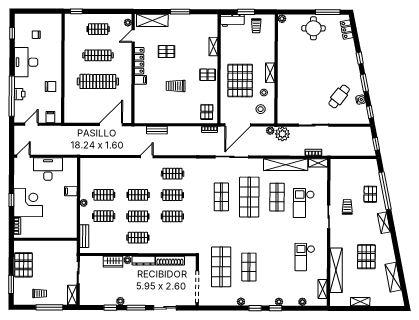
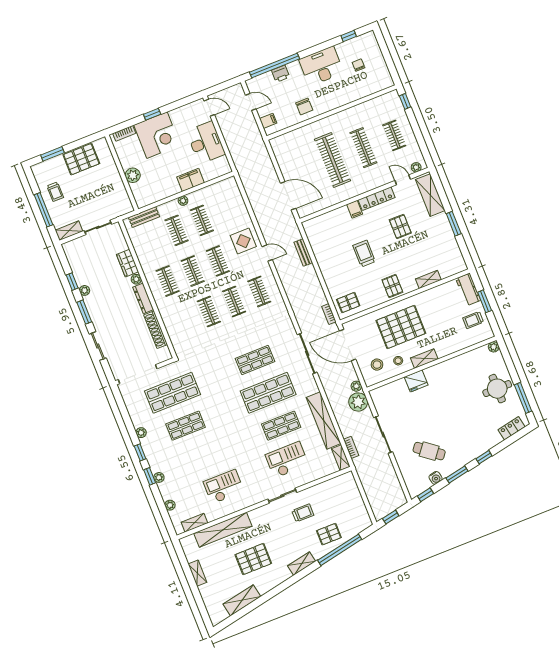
fridge: (284, 85) -> (416, 381), added
display table: (131, 171) -> (243, 241), added
filing cabinet: (71, 191) -> (191, 180), width x2.00
plant: (50, 232) -> (133, 175), added

